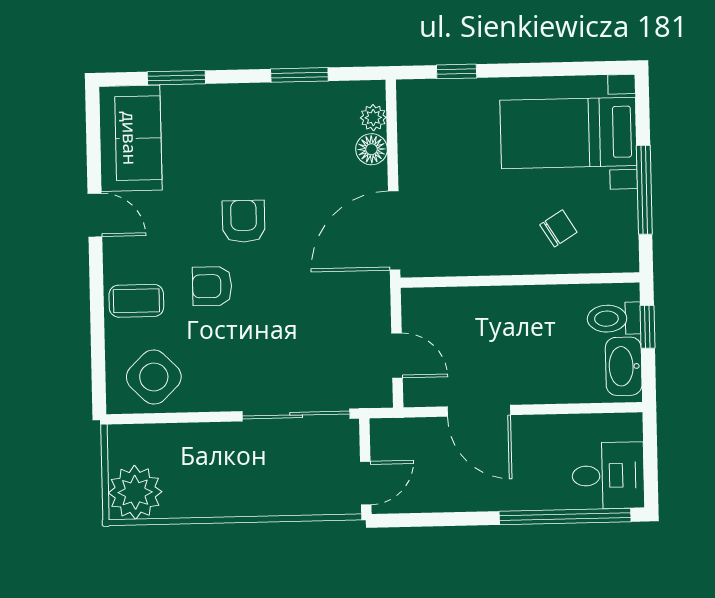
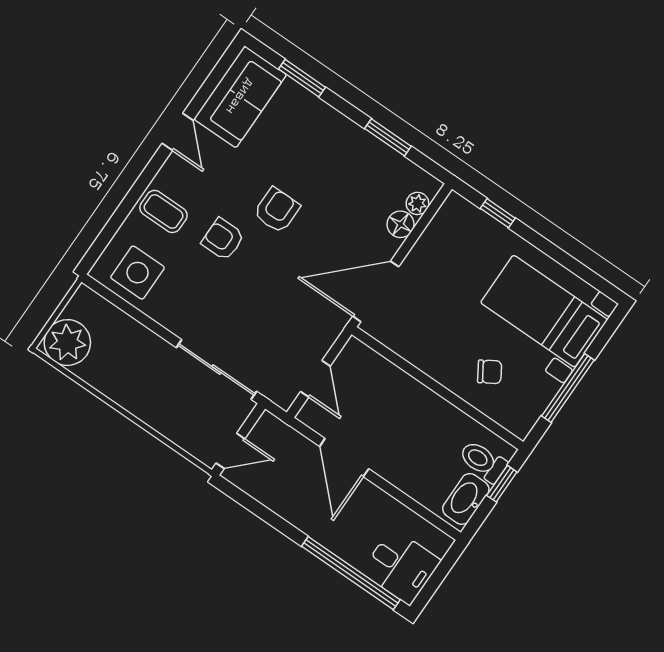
side table: (154, 377) -> (138, 273), turned 45

